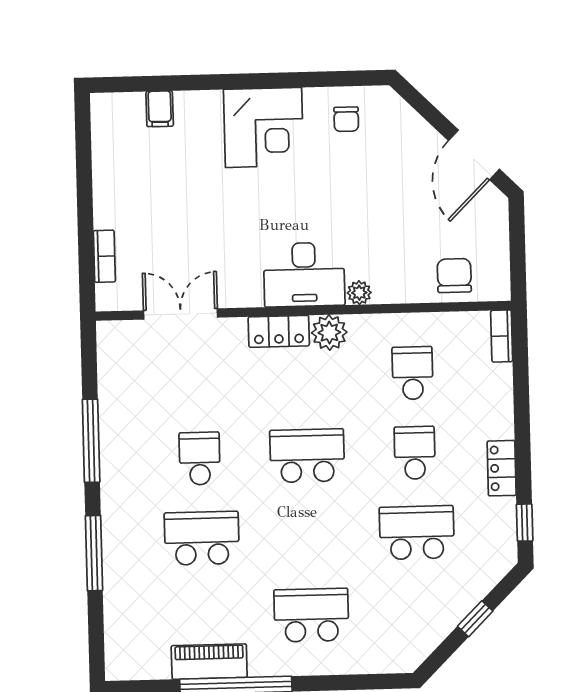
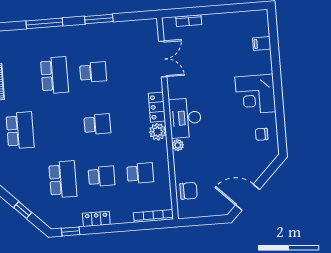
bookcase: (502, 336) -> (153, 216), width x1.56
window: (91, 441) -> (99, 19), width x0.69
school desk: (307, 456) -> (97, 124), width x0.54

